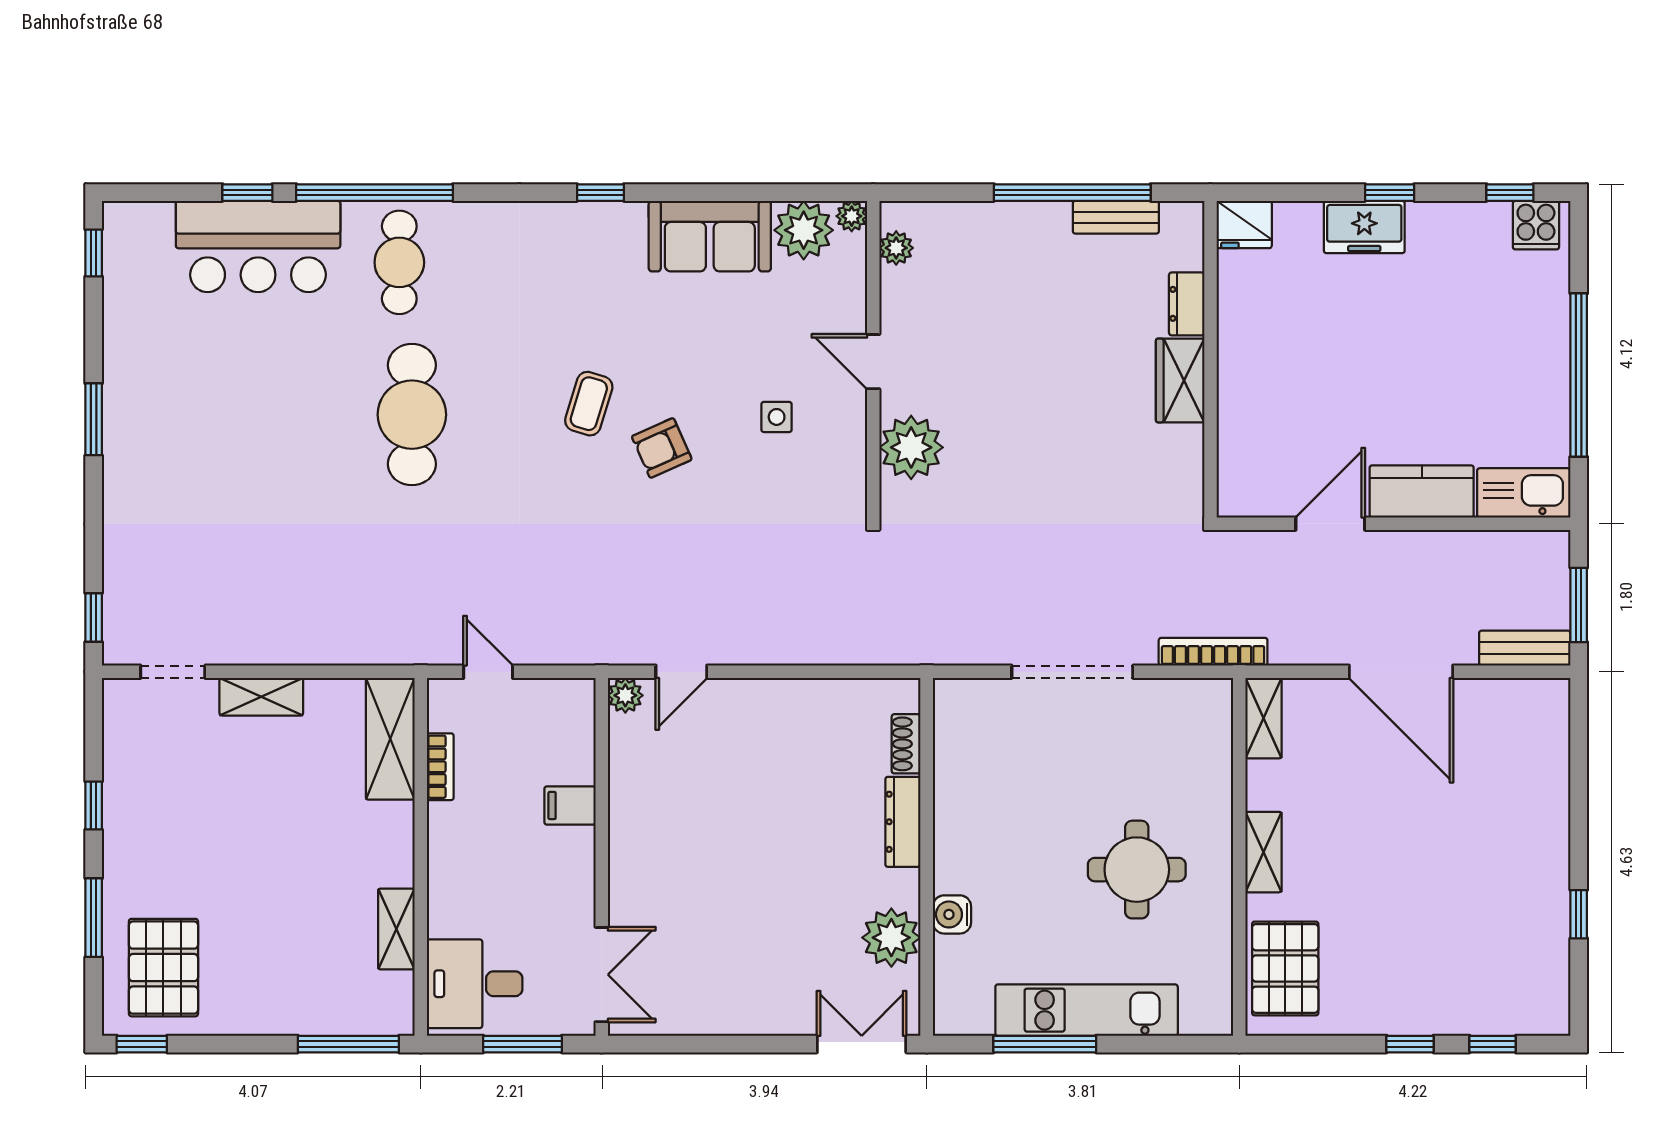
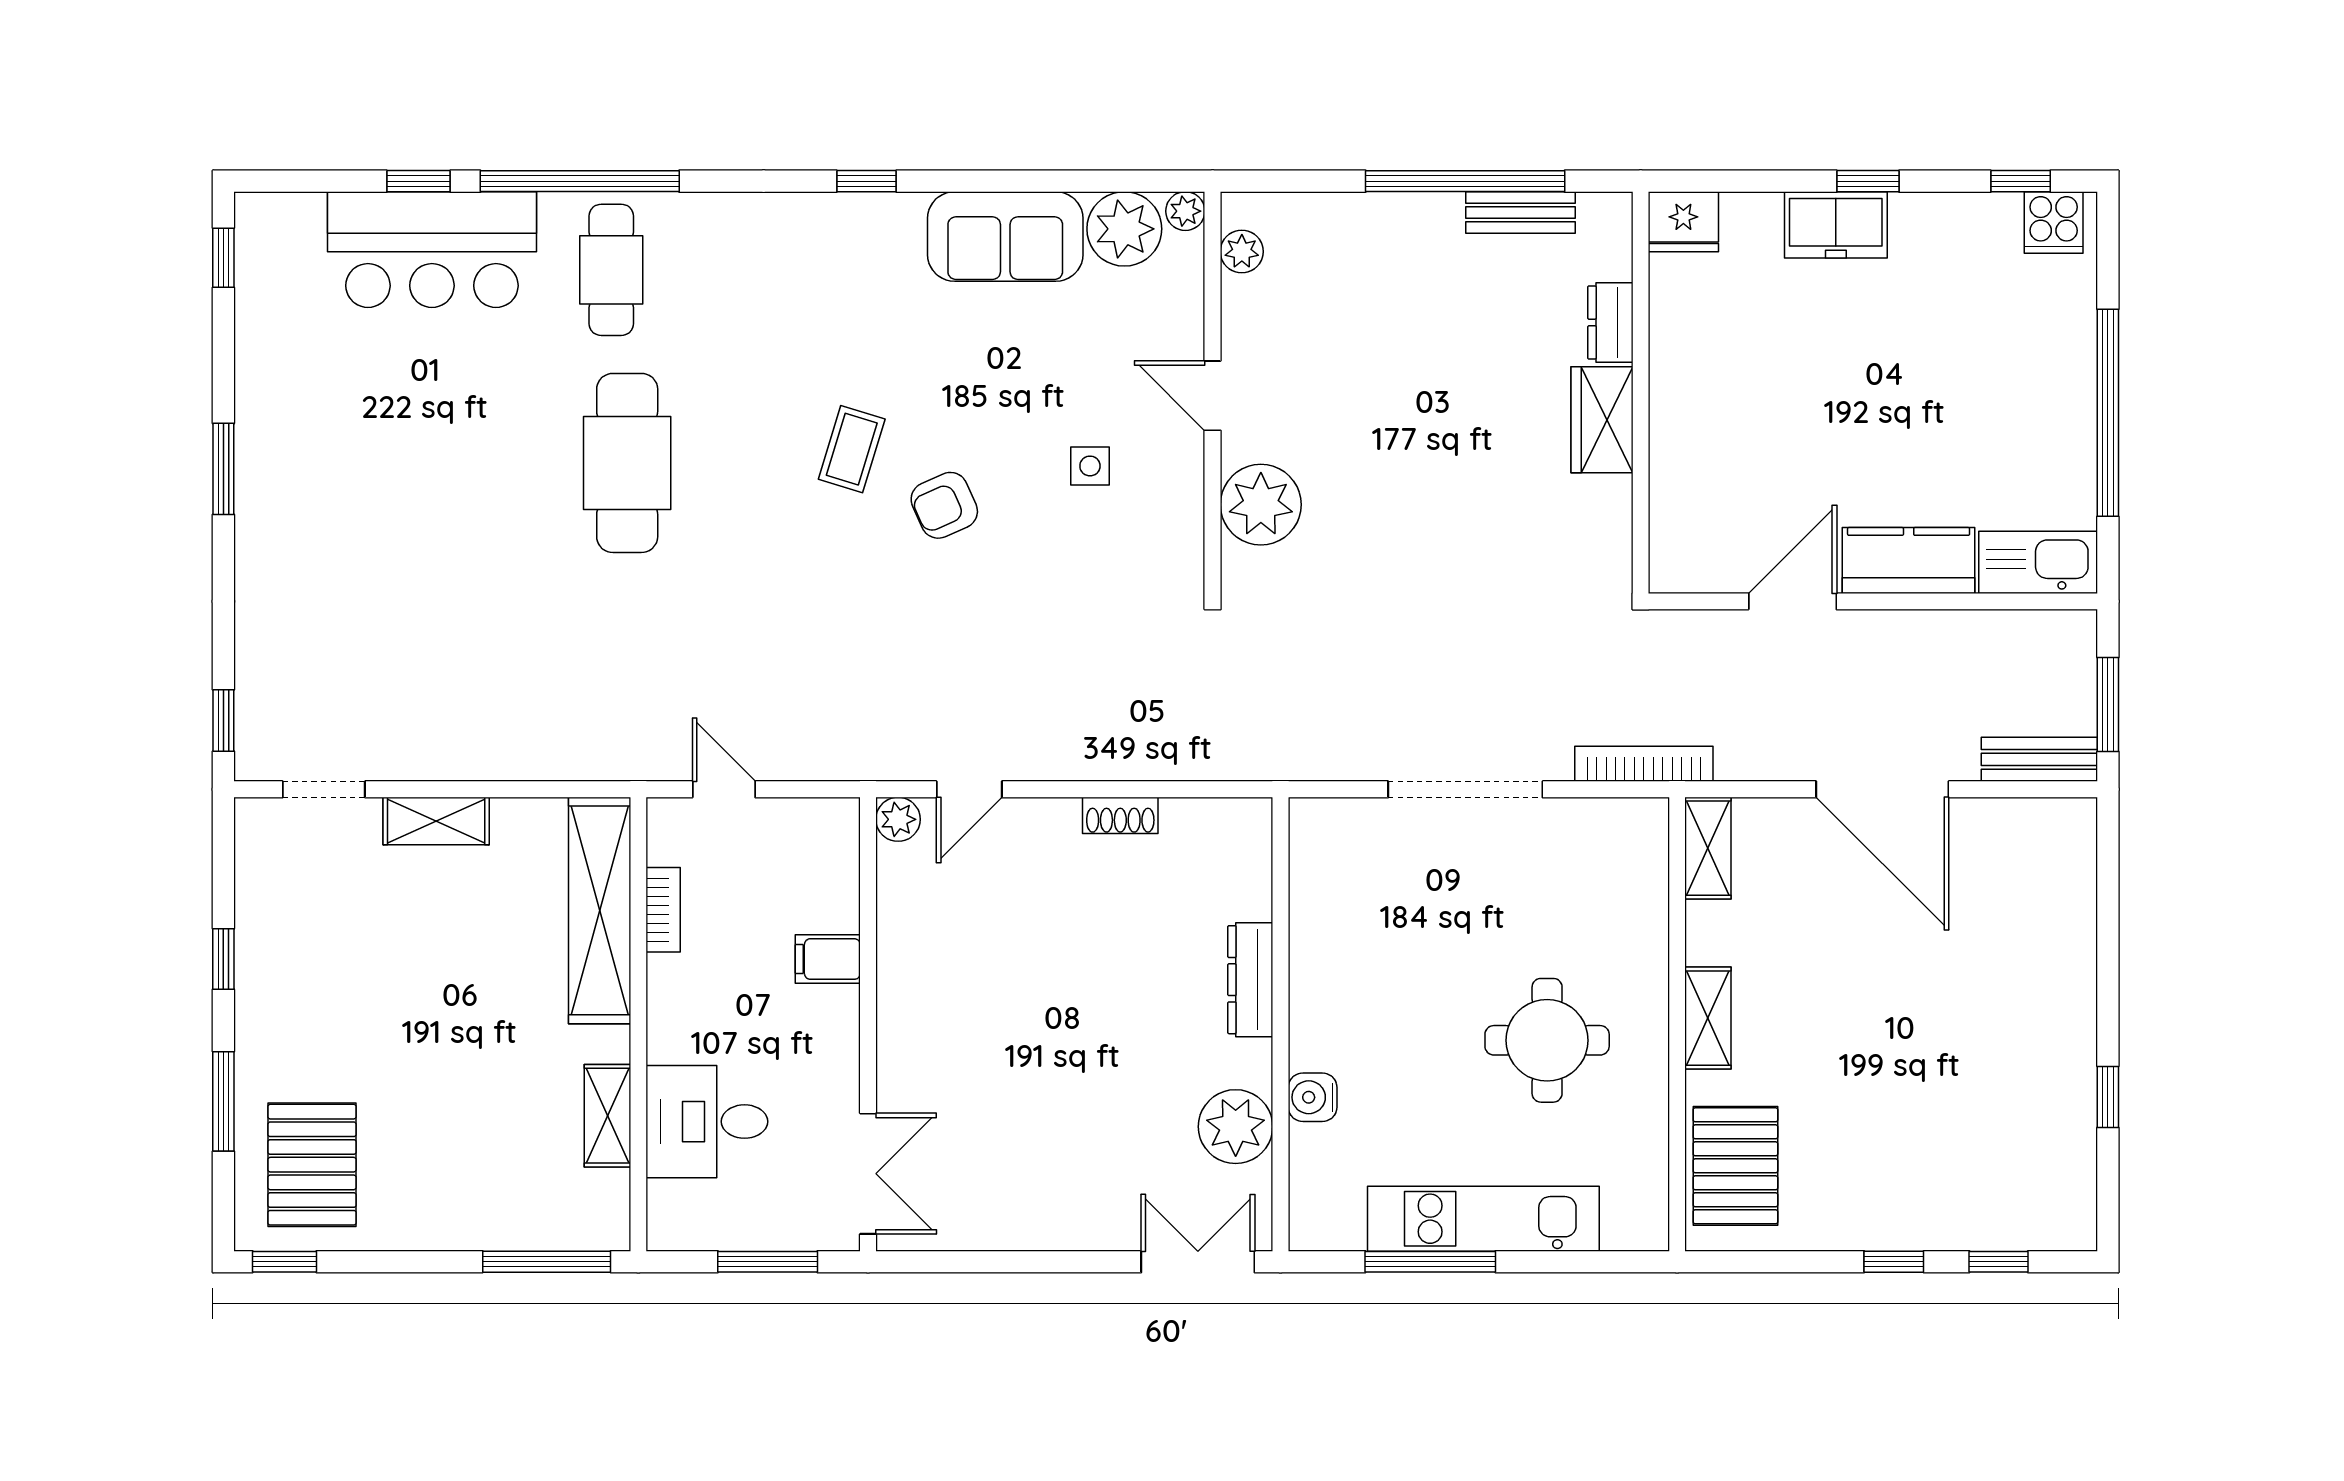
shelving: (390, 739) -> (600, 910), width x1.47
shoe rack: (906, 744) -> (1120, 815), moved, turned -90
desk: (475, 984) -> (707, 1122), moved

